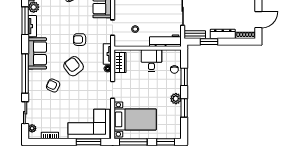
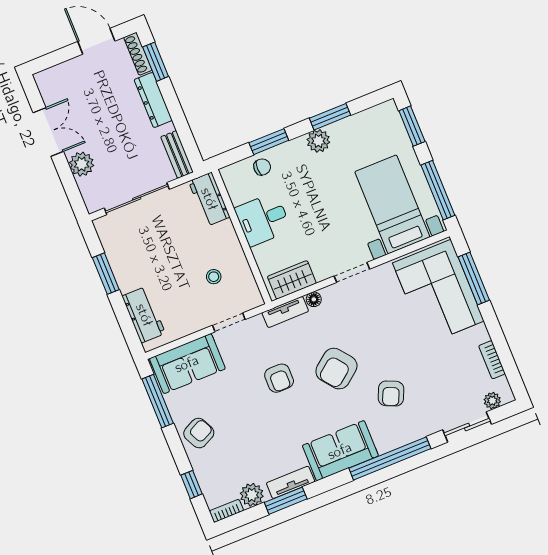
window: (25, 21) -> (286, 501), width x0.69
workbench: (165, 41) -> (209, 199), width x0.73
window: (209, 42) -> (156, 62), moved

